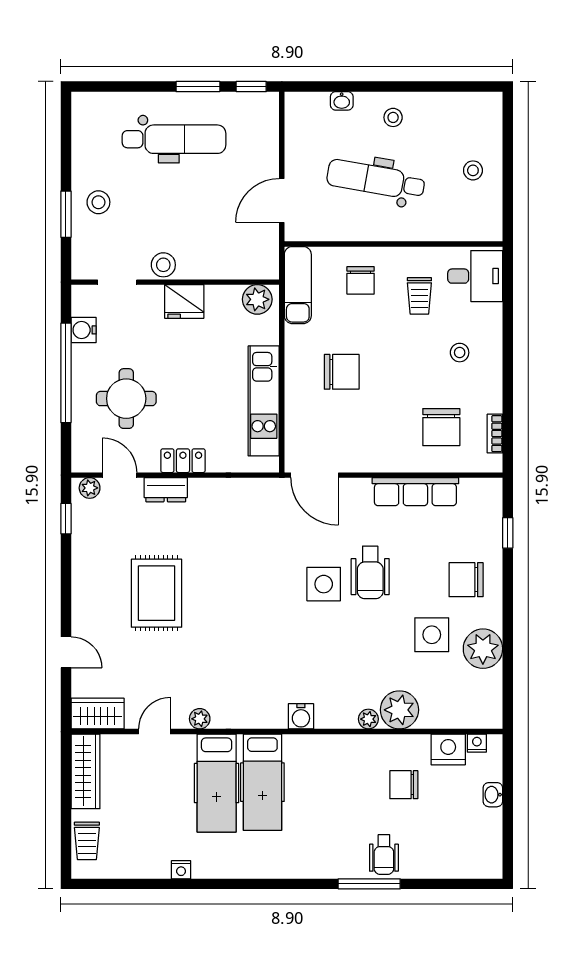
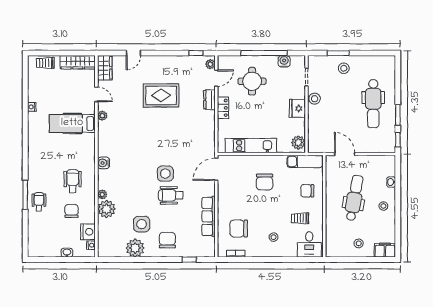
filing cabinet: (488, 114) -> (385, 250), added
hospital bed: (262, 782) -> (73, 145), removed
wheelchair: (340, 782) -> (73, 181), added
wheelchair: (384, 855) -> (39, 202), turned 90

